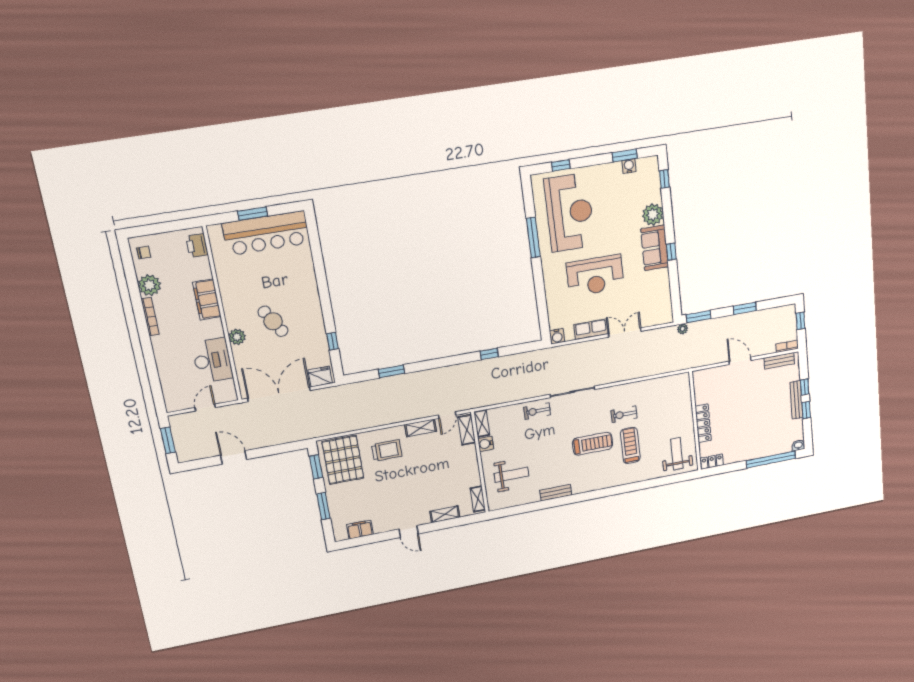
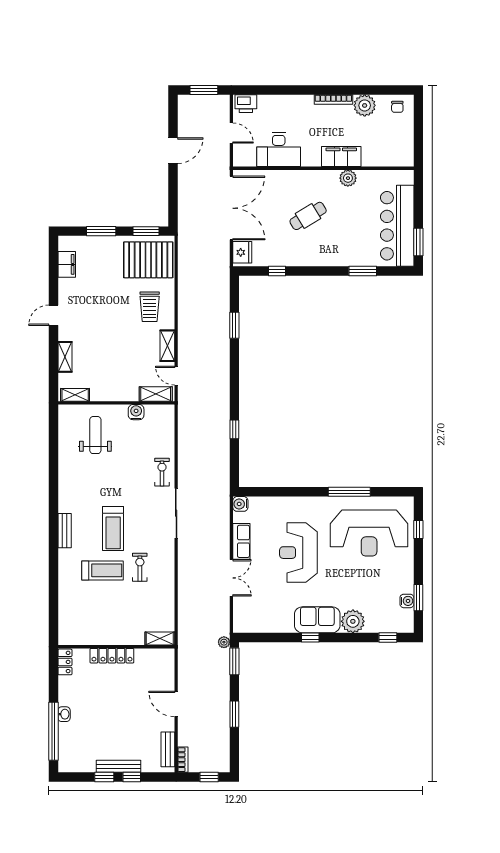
window: (252, 214) -> (418, 242), moved
printer: (197, 245) -> (246, 104), moved, turned 180
window: (318, 260) -> (363, 271), added
plant: (237, 337) -> (348, 178), moved
door: (740, 361) -> (176, 704), swing flipped
shelving: (482, 423) -> (160, 639), moved
washbasin: (798, 445) -> (64, 714), moved
weight bench: (677, 454) -> (82, 622), removed
weight bench: (511, 475) -> (95, 435), turned 180
bench: (556, 493) -> (65, 531), moved

